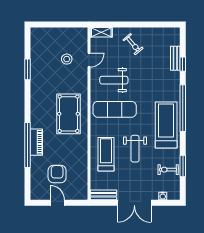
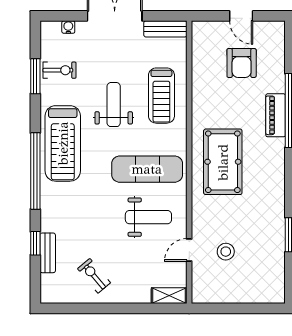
exercise bike: (133, 44) -> (94, 276), moved

